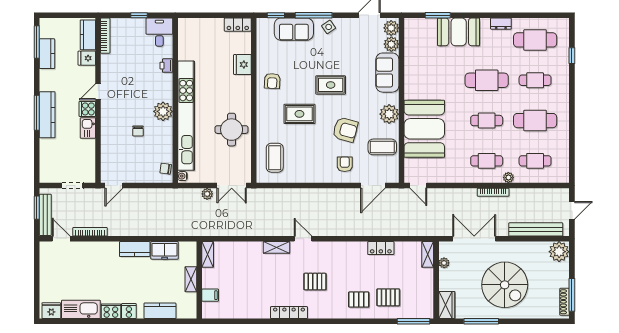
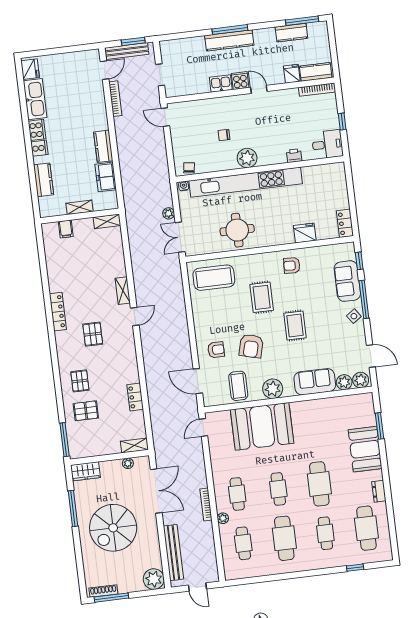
coffee table: (275, 158) -> (214, 278), width x1.36, depth x1.32
pallet: (388, 297) -> (86, 411), turned 90

